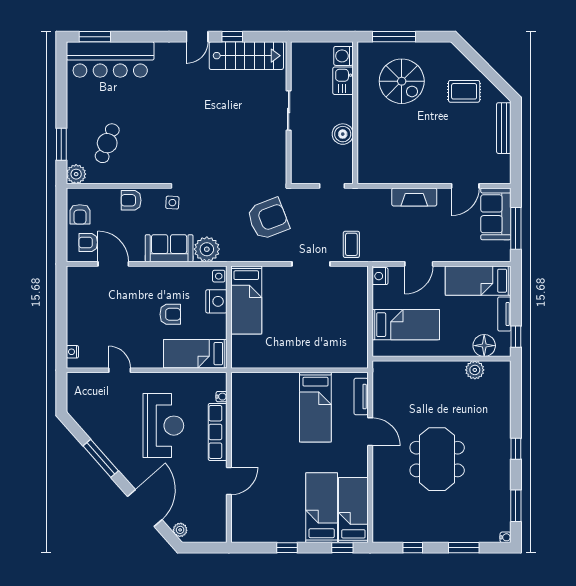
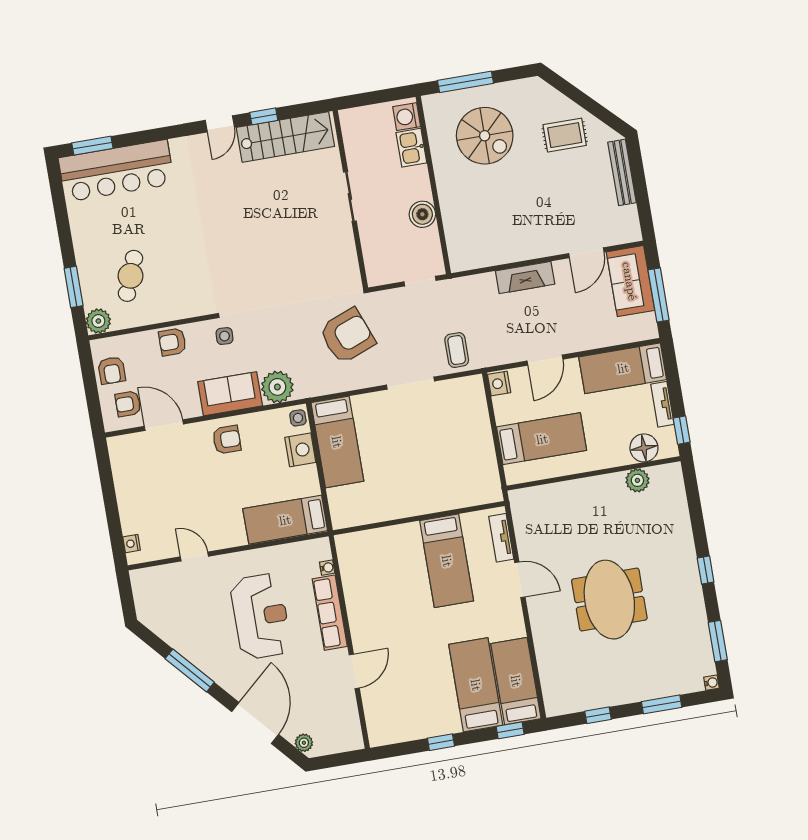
armchair: (170, 314) -> (227, 440), moved

